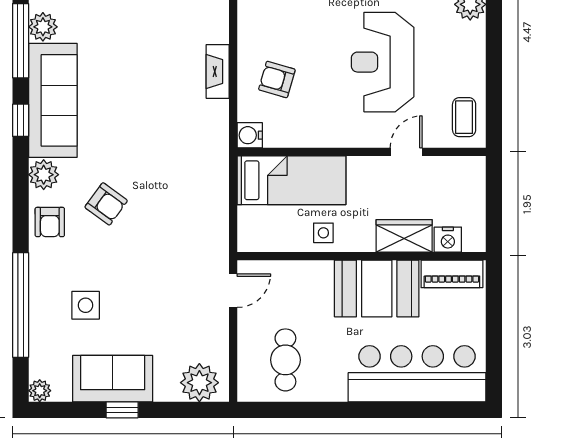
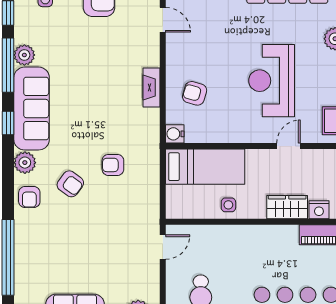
armchair: (165, 178) -> (113, 165), added
booth: (377, 288) -> (267, 245), removed
side table: (86, 305) -> (55, 258), removed

